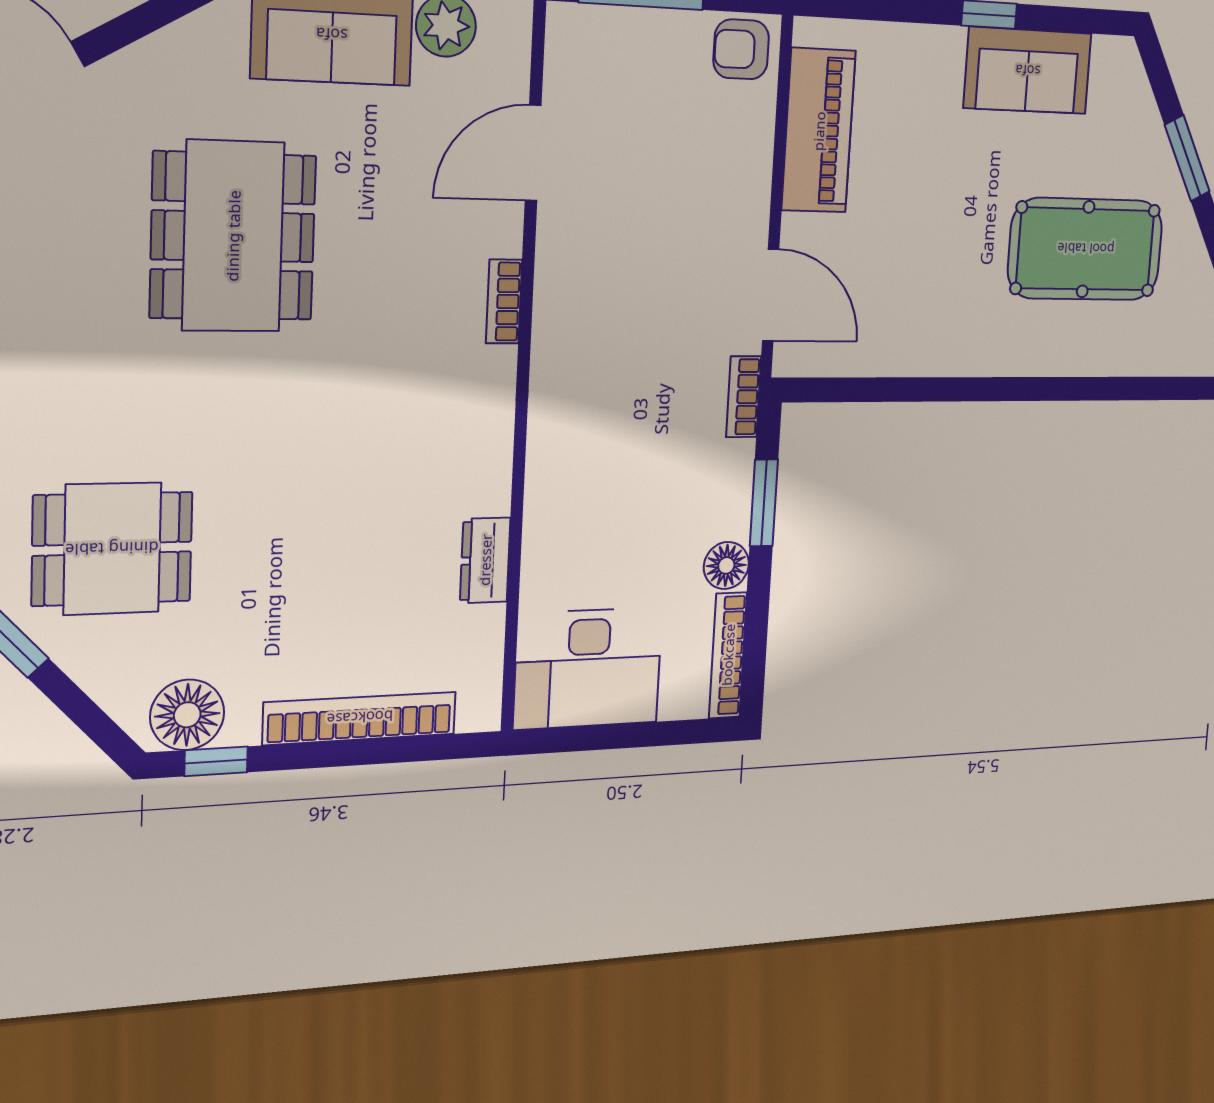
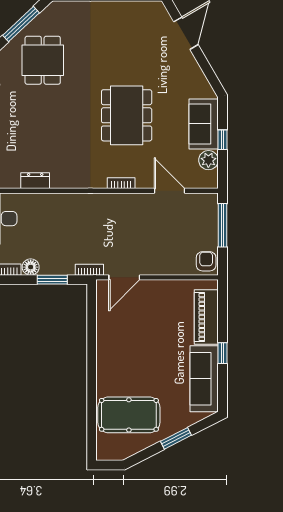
sofa: (1028, 71) -> (204, 379), width x1.36
piano: (819, 131) -> (206, 317), moved, turned 90
dining table: (233, 236) -> (127, 115), moved, turned 90
pool table: (1086, 249) -> (129, 415), moved, turned 90

